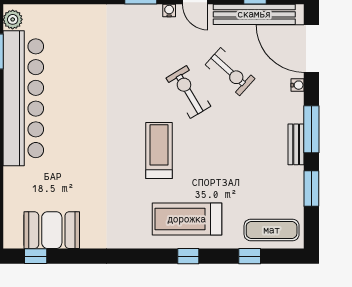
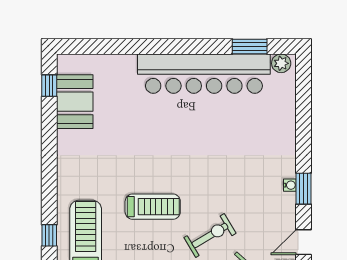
water cooler: (169, 11) -> (290, 185), moved

